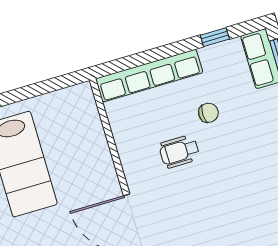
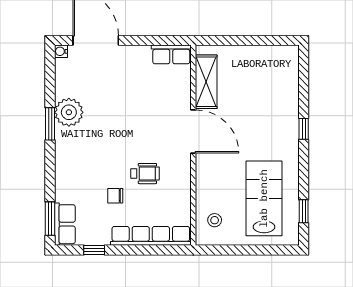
stool: (75, 119) -> (215, 220), added

